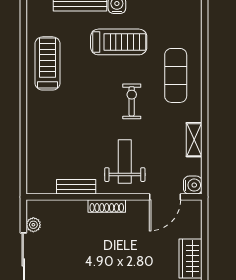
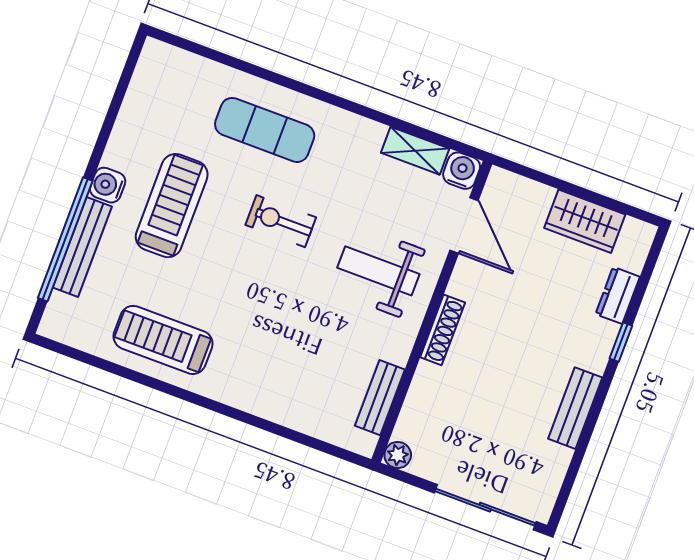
shelving: (194, 140) -> (415, 151), moved
bench: (76, 187) -> (380, 398), moved
plant: (33, 225) -> (398, 455), moved

